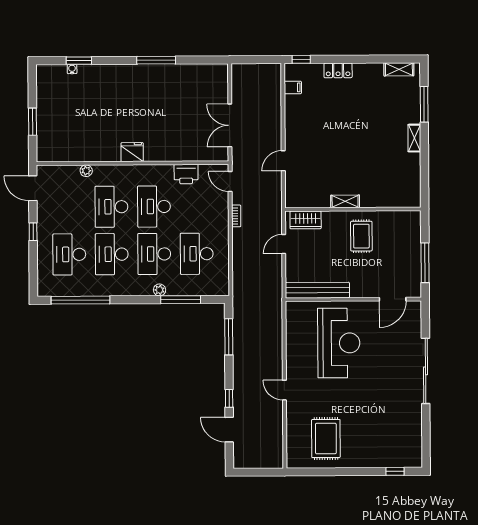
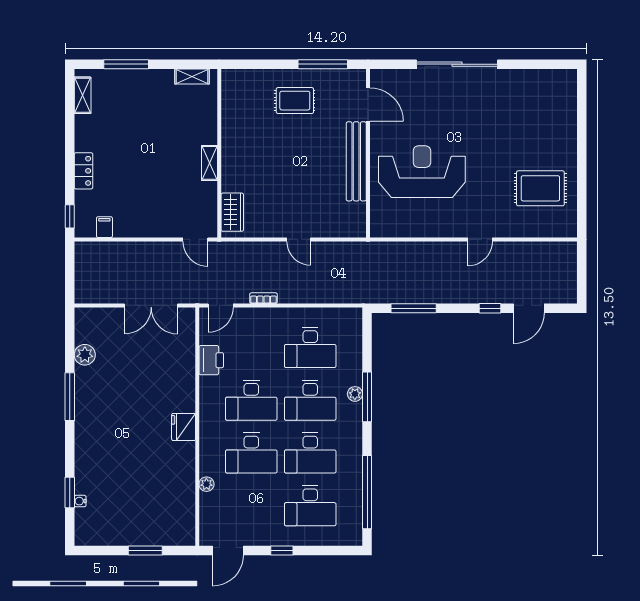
plant: (190, 72) -> (85, 355), added
shelving: (414, 138) -> (192, 77), moved
shelving: (345, 201) -> (209, 163), moved
wall: (353, 209) -> (219, 153), moved
wardrobe: (306, 220) -> (232, 212), moved
rug: (361, 236) -> (295, 101), moved
bench: (317, 290) -> (356, 161), moved
window: (181, 300) -> (367, 397), moved
window: (395, 471) -> (582, 103), removed

